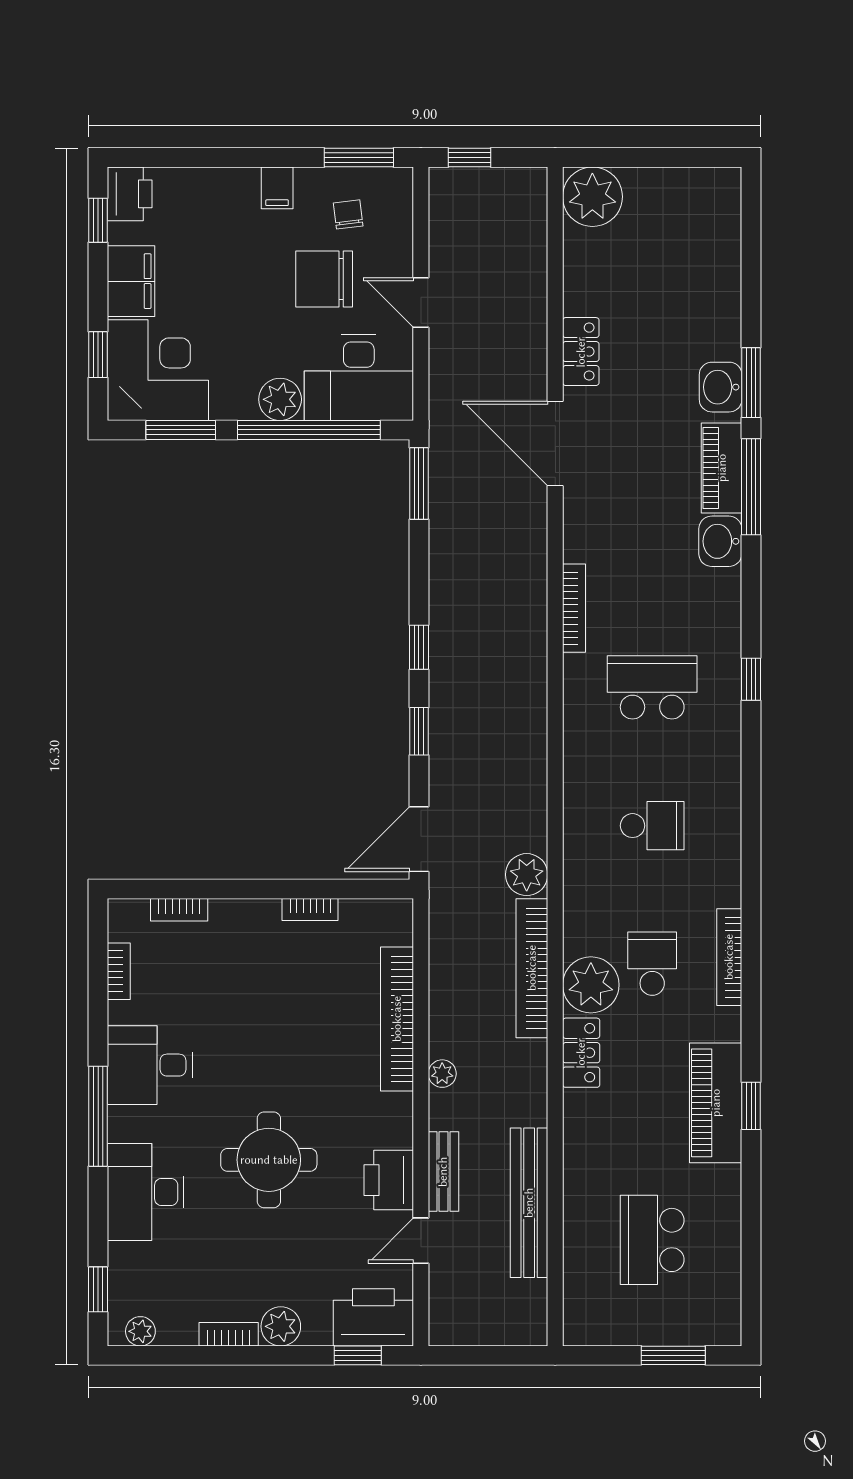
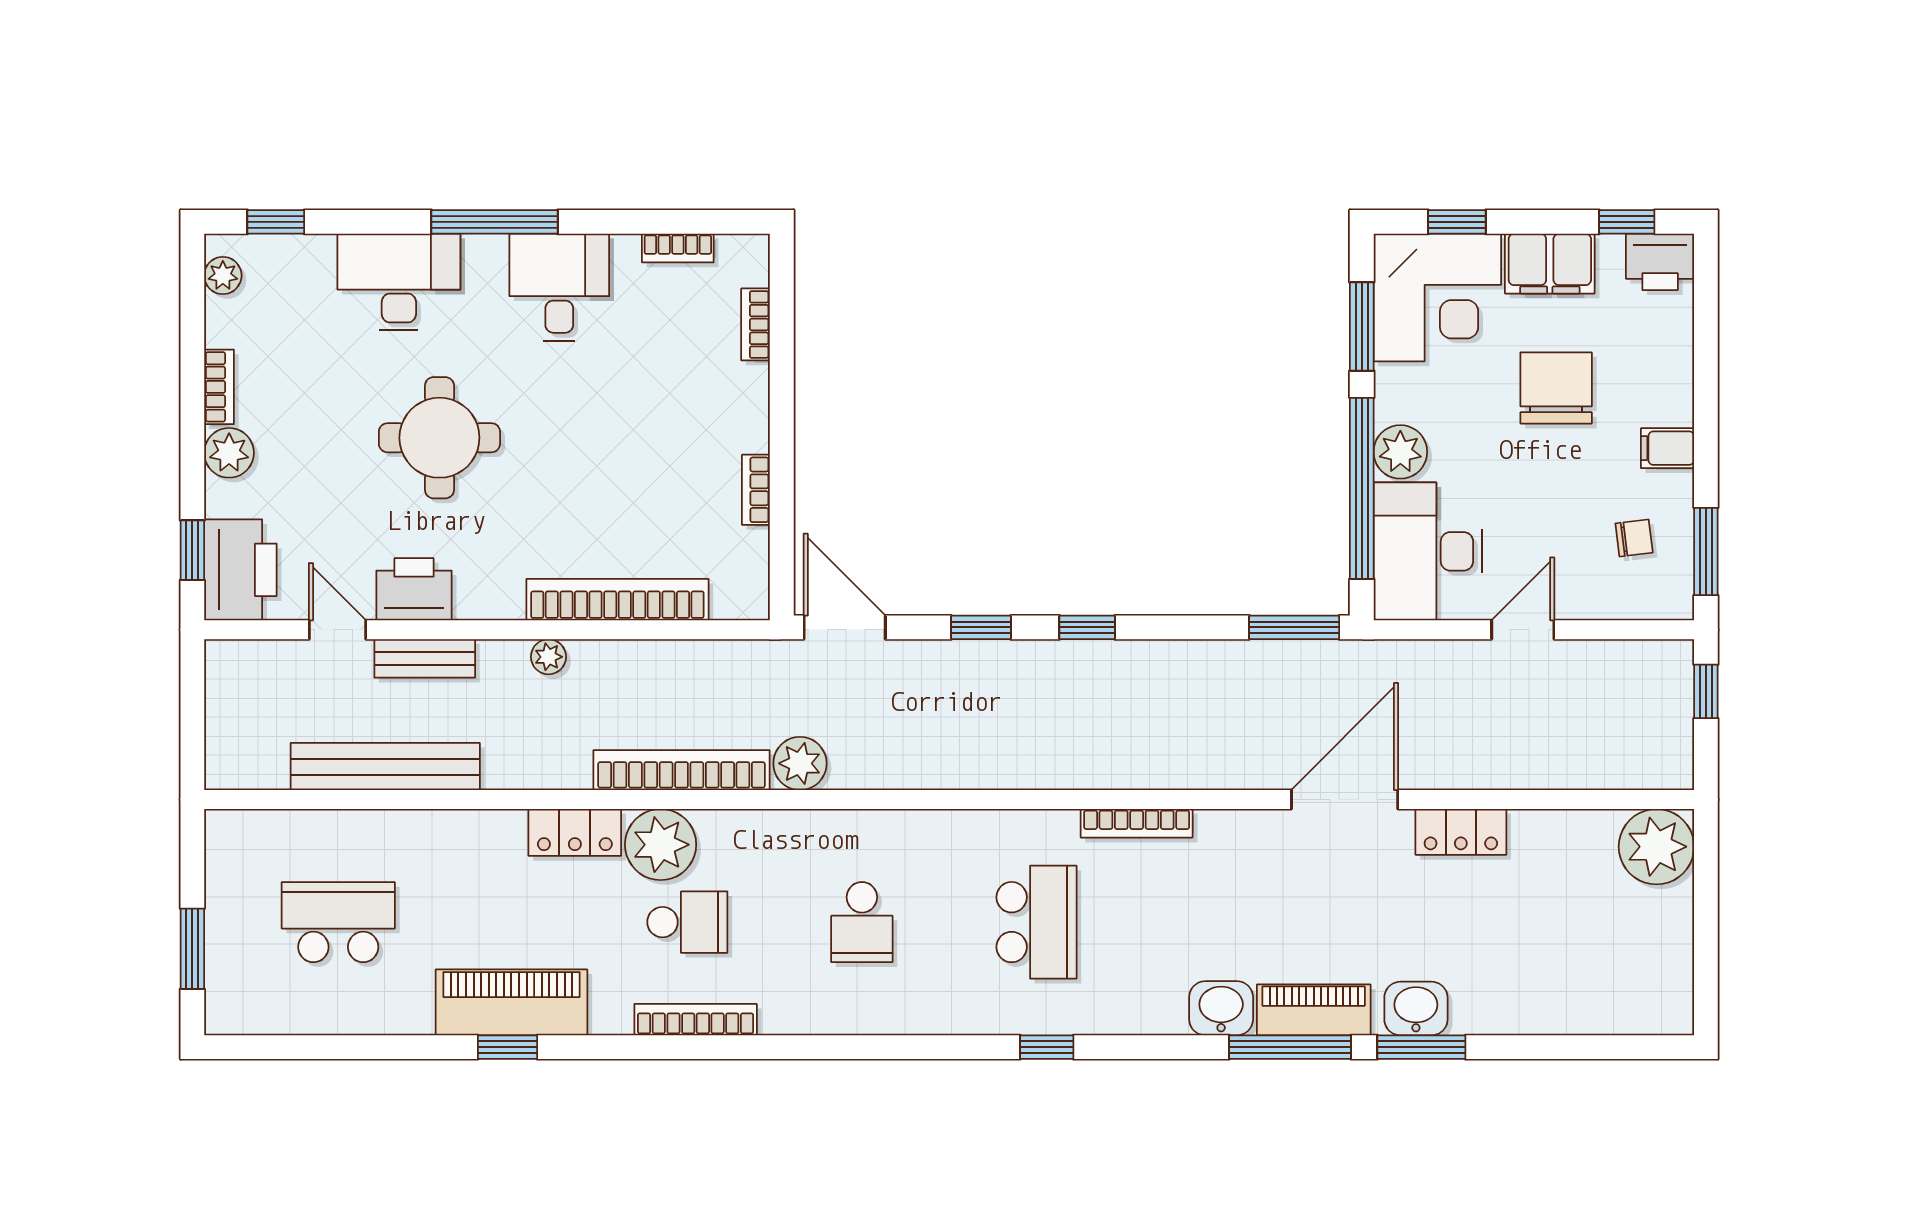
chair: (324, 279) -> (1556, 388), moved

